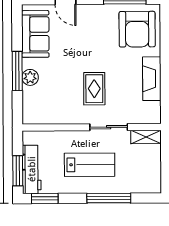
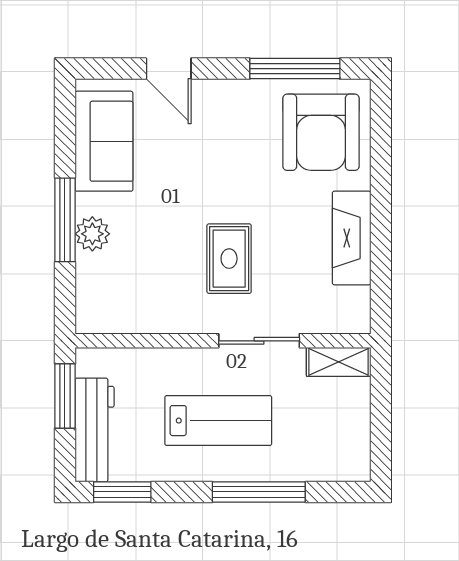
window: (18, 171) -> (65, 396), moved

